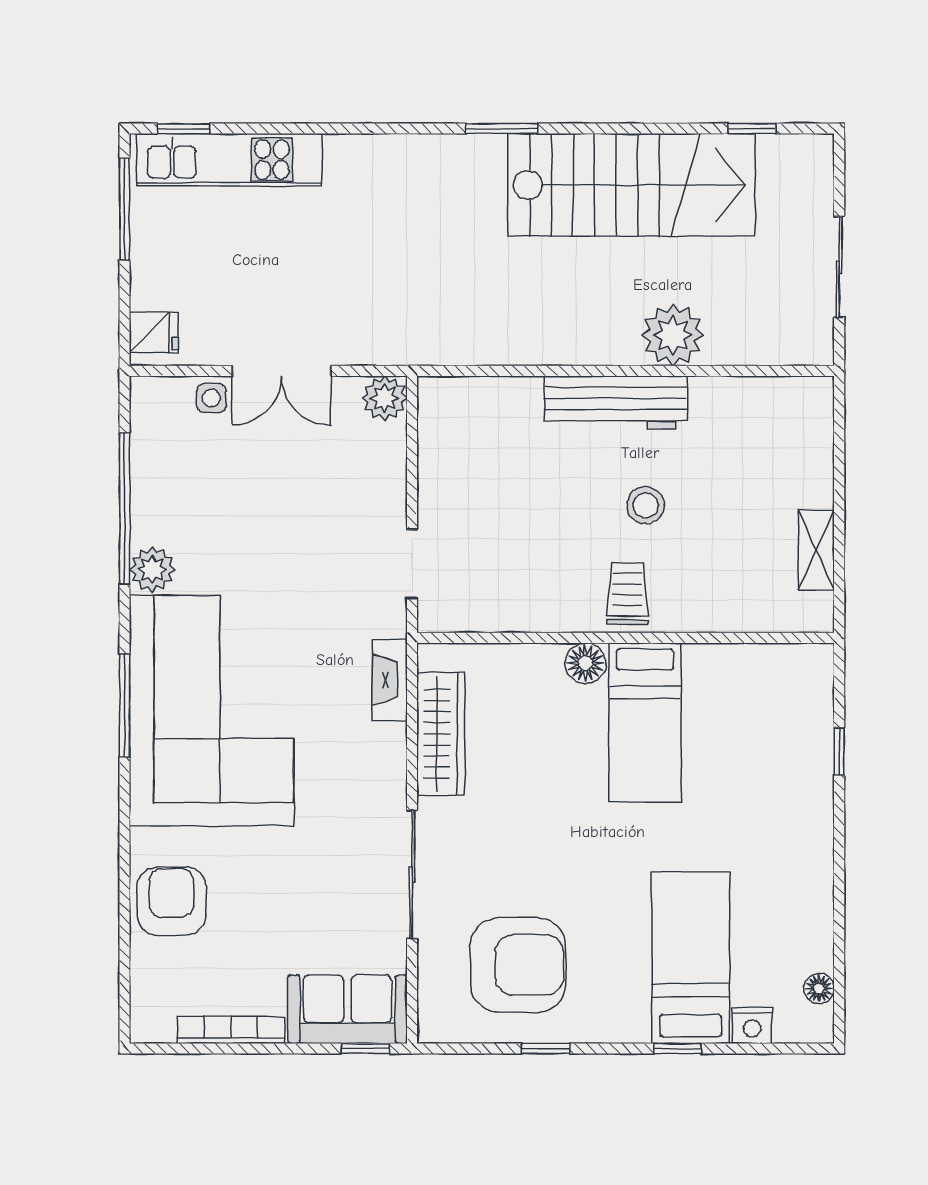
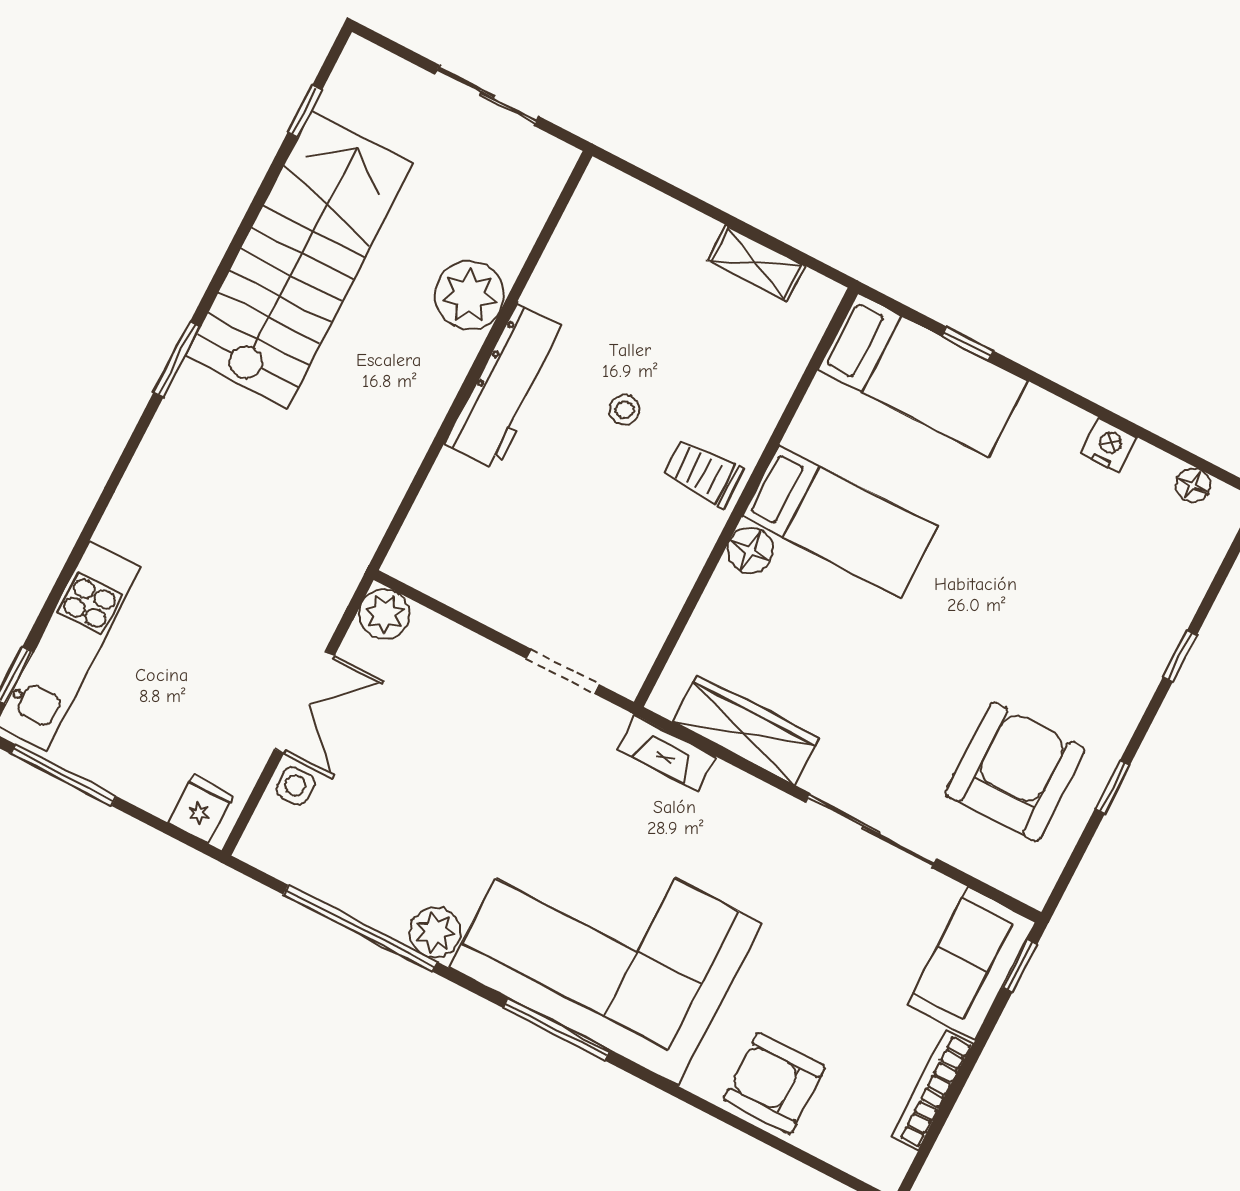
stool: (646, 505) -> (624, 410), width x0.73, depth x0.73
bed: (691, 958) -> (923, 375), moved, turned 180
nightstand: (752, 1026) -> (1109, 445), moved, turned -90

